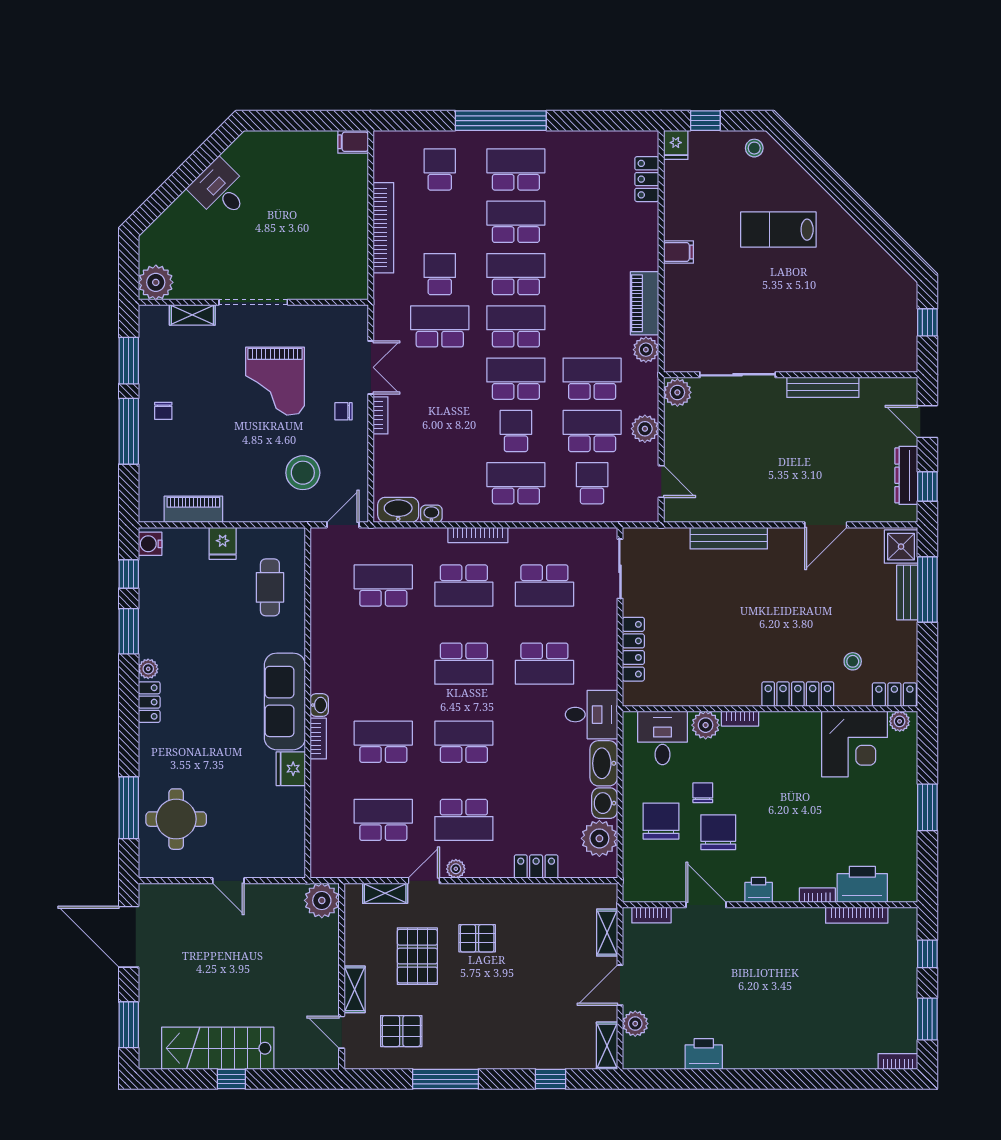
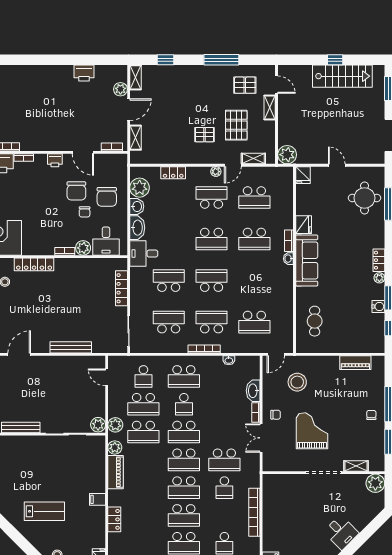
locker: (647, 179) -> (114, 519), moved
plant: (645, 429) -> (115, 425), moved
washbasin: (398, 510) -> (253, 391), moved, turned 90
fridge: (223, 543) -> (303, 175), moved, turned 180
water cooler: (150, 544) -> (378, 306), moved

